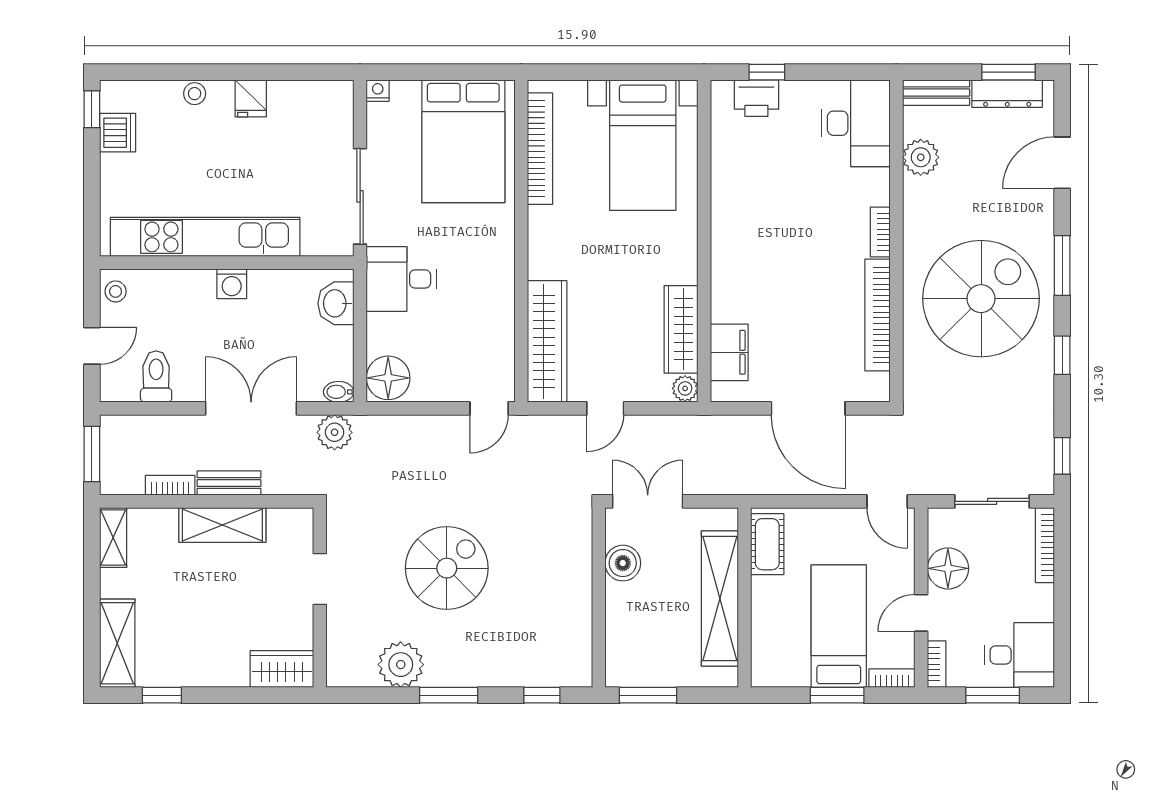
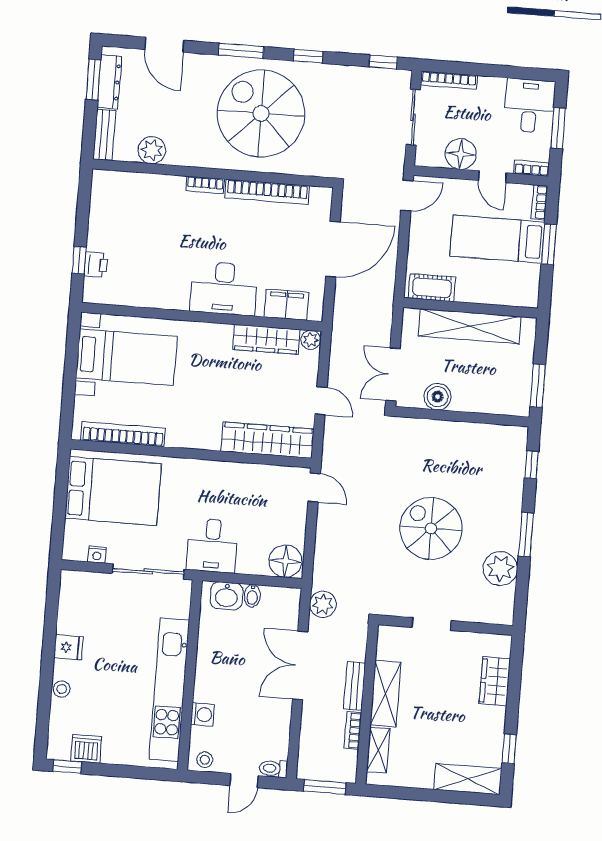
nightstand: (378, 91) -> (97, 555), moved, turned -90
printer: (756, 98) -> (96, 265), width x0.73, depth x0.81
desk: (856, 123) -> (224, 288), moved, turned 180
washing machine: (232, 284) -> (203, 715), moved
door: (92, 346) -> (244, 781), swing flipped
toilet: (156, 376) -> (273, 769), moved, width x0.73, depth x0.72
bidet: (339, 392) -> (252, 596), moved
shelving: (113, 538) -> (378, 750), moved, turned 90
wardrobe: (282, 669) -> (495, 681), moved

